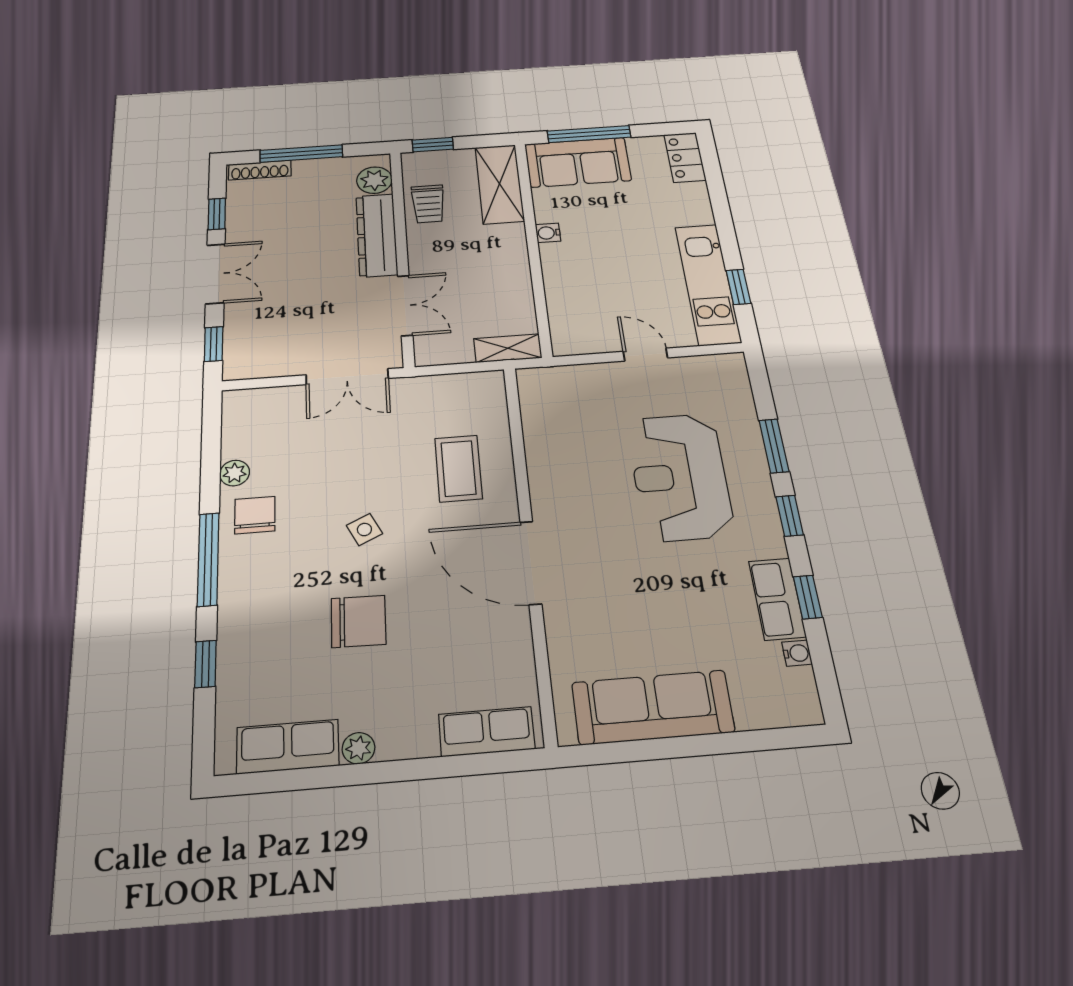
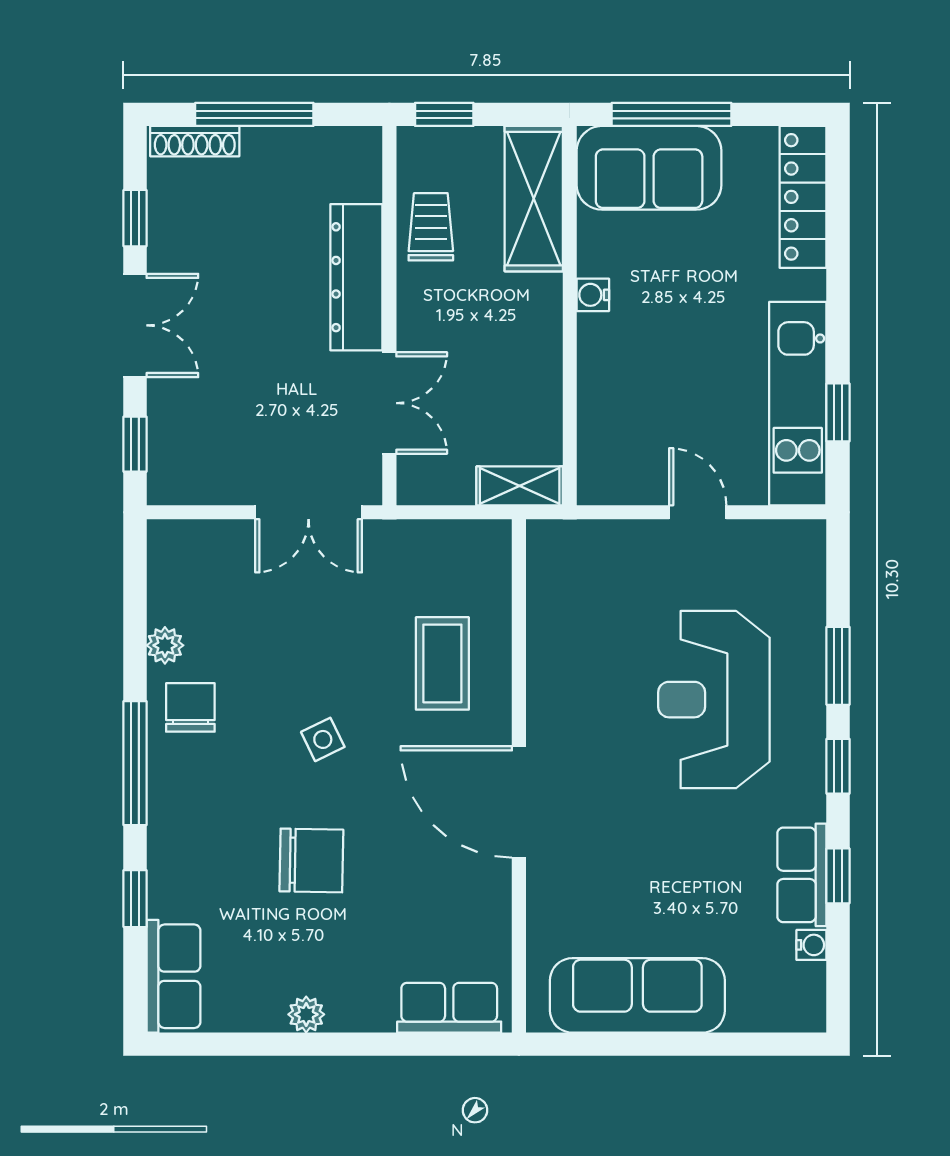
locker: (685, 157) -> (803, 197), width x1.53
plant: (374, 180) -> (357, 175), removed
trolley: (428, 204) -> (431, 227), turned 180
row of seats: (288, 746) -> (173, 976), moved, turned 90

